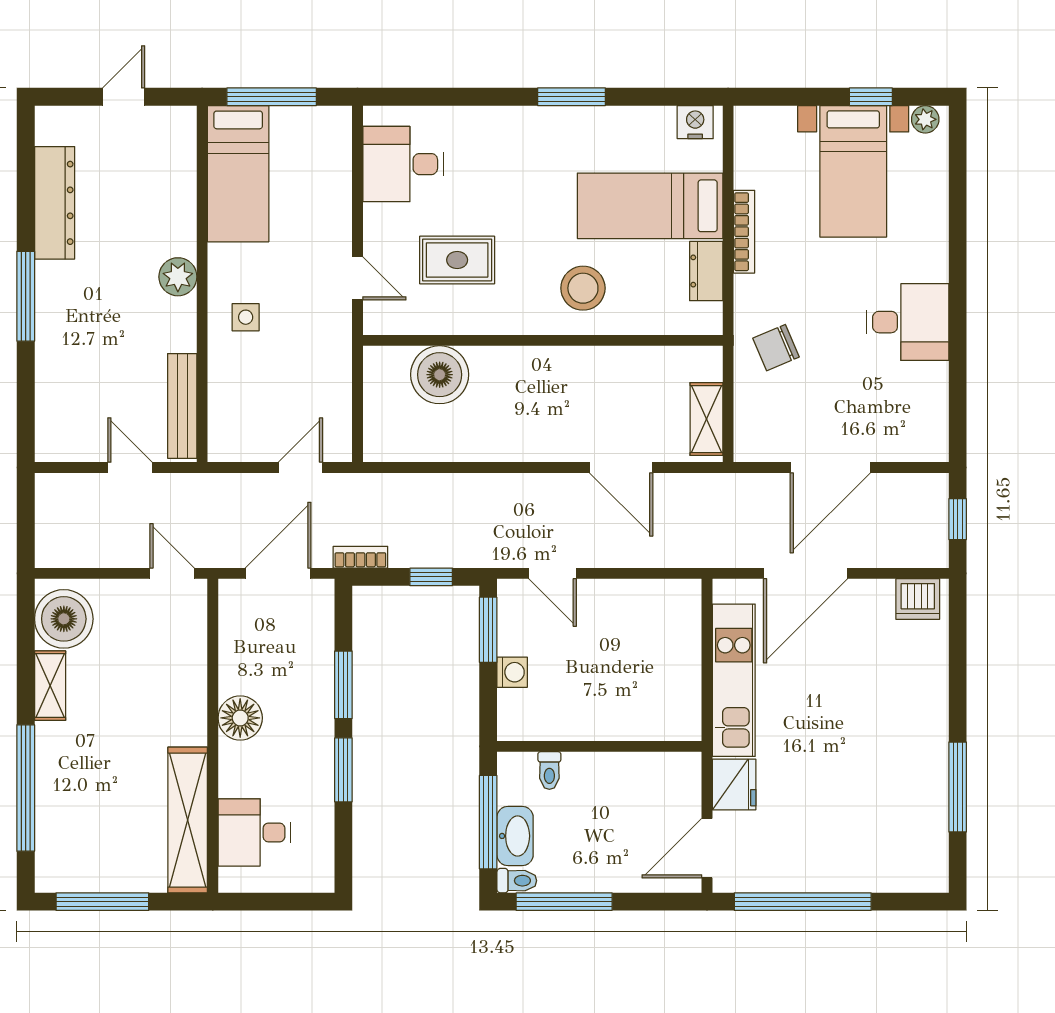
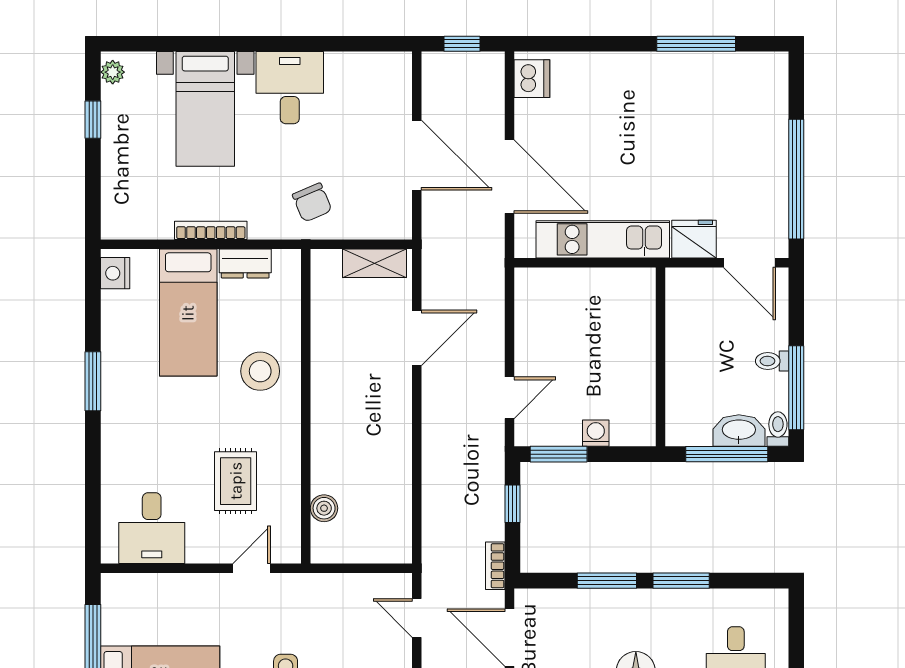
bed with nightstands: (853, 171) -> (205, 109), moved, turned 90
boiler: (440, 375) -> (324, 508), width x0.54, depth x0.54
toilet: (549, 771) -> (772, 361), moved, turned 180

